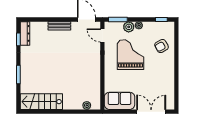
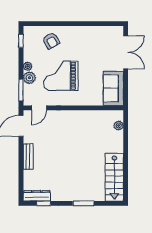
double door: (151, 112) -> (126, 52), swing flipped

